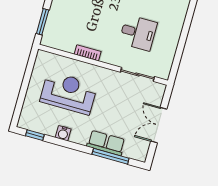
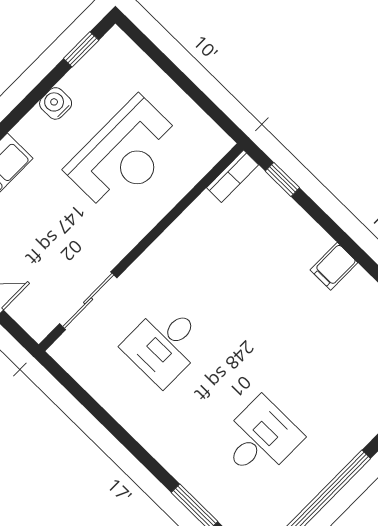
window: (43, 22) -> (282, 179), width x0.67
bookcase: (88, 53) -> (232, 176), moved

